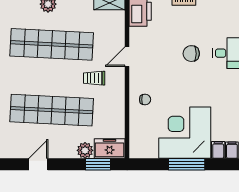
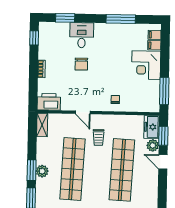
corner desk: (185, 133) -> (146, 65), width x0.74, depth x0.74
door: (38, 164) -> (163, 162), moved
window: (187, 164) -> (164, 91), moved

